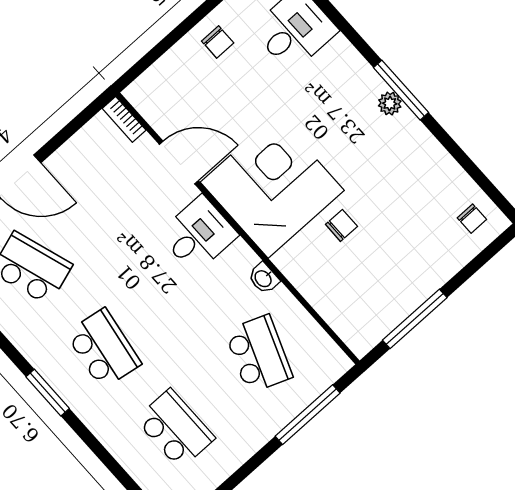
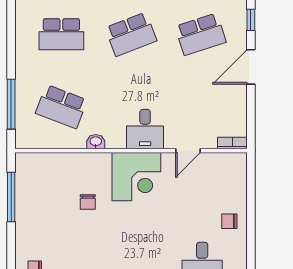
door: (179, 163) -> (188, 151), width x0.73
corner desk: (272, 186) -> (136, 177), width x0.74, depth x0.74
school desk: (103, 348) -> (131, 34), turned -30

